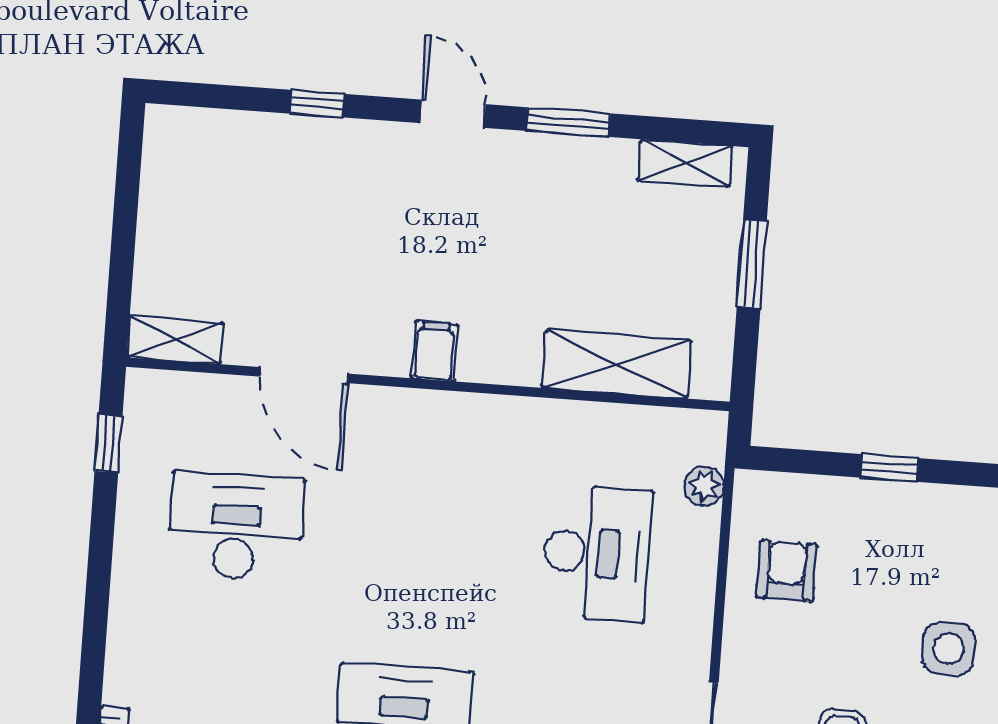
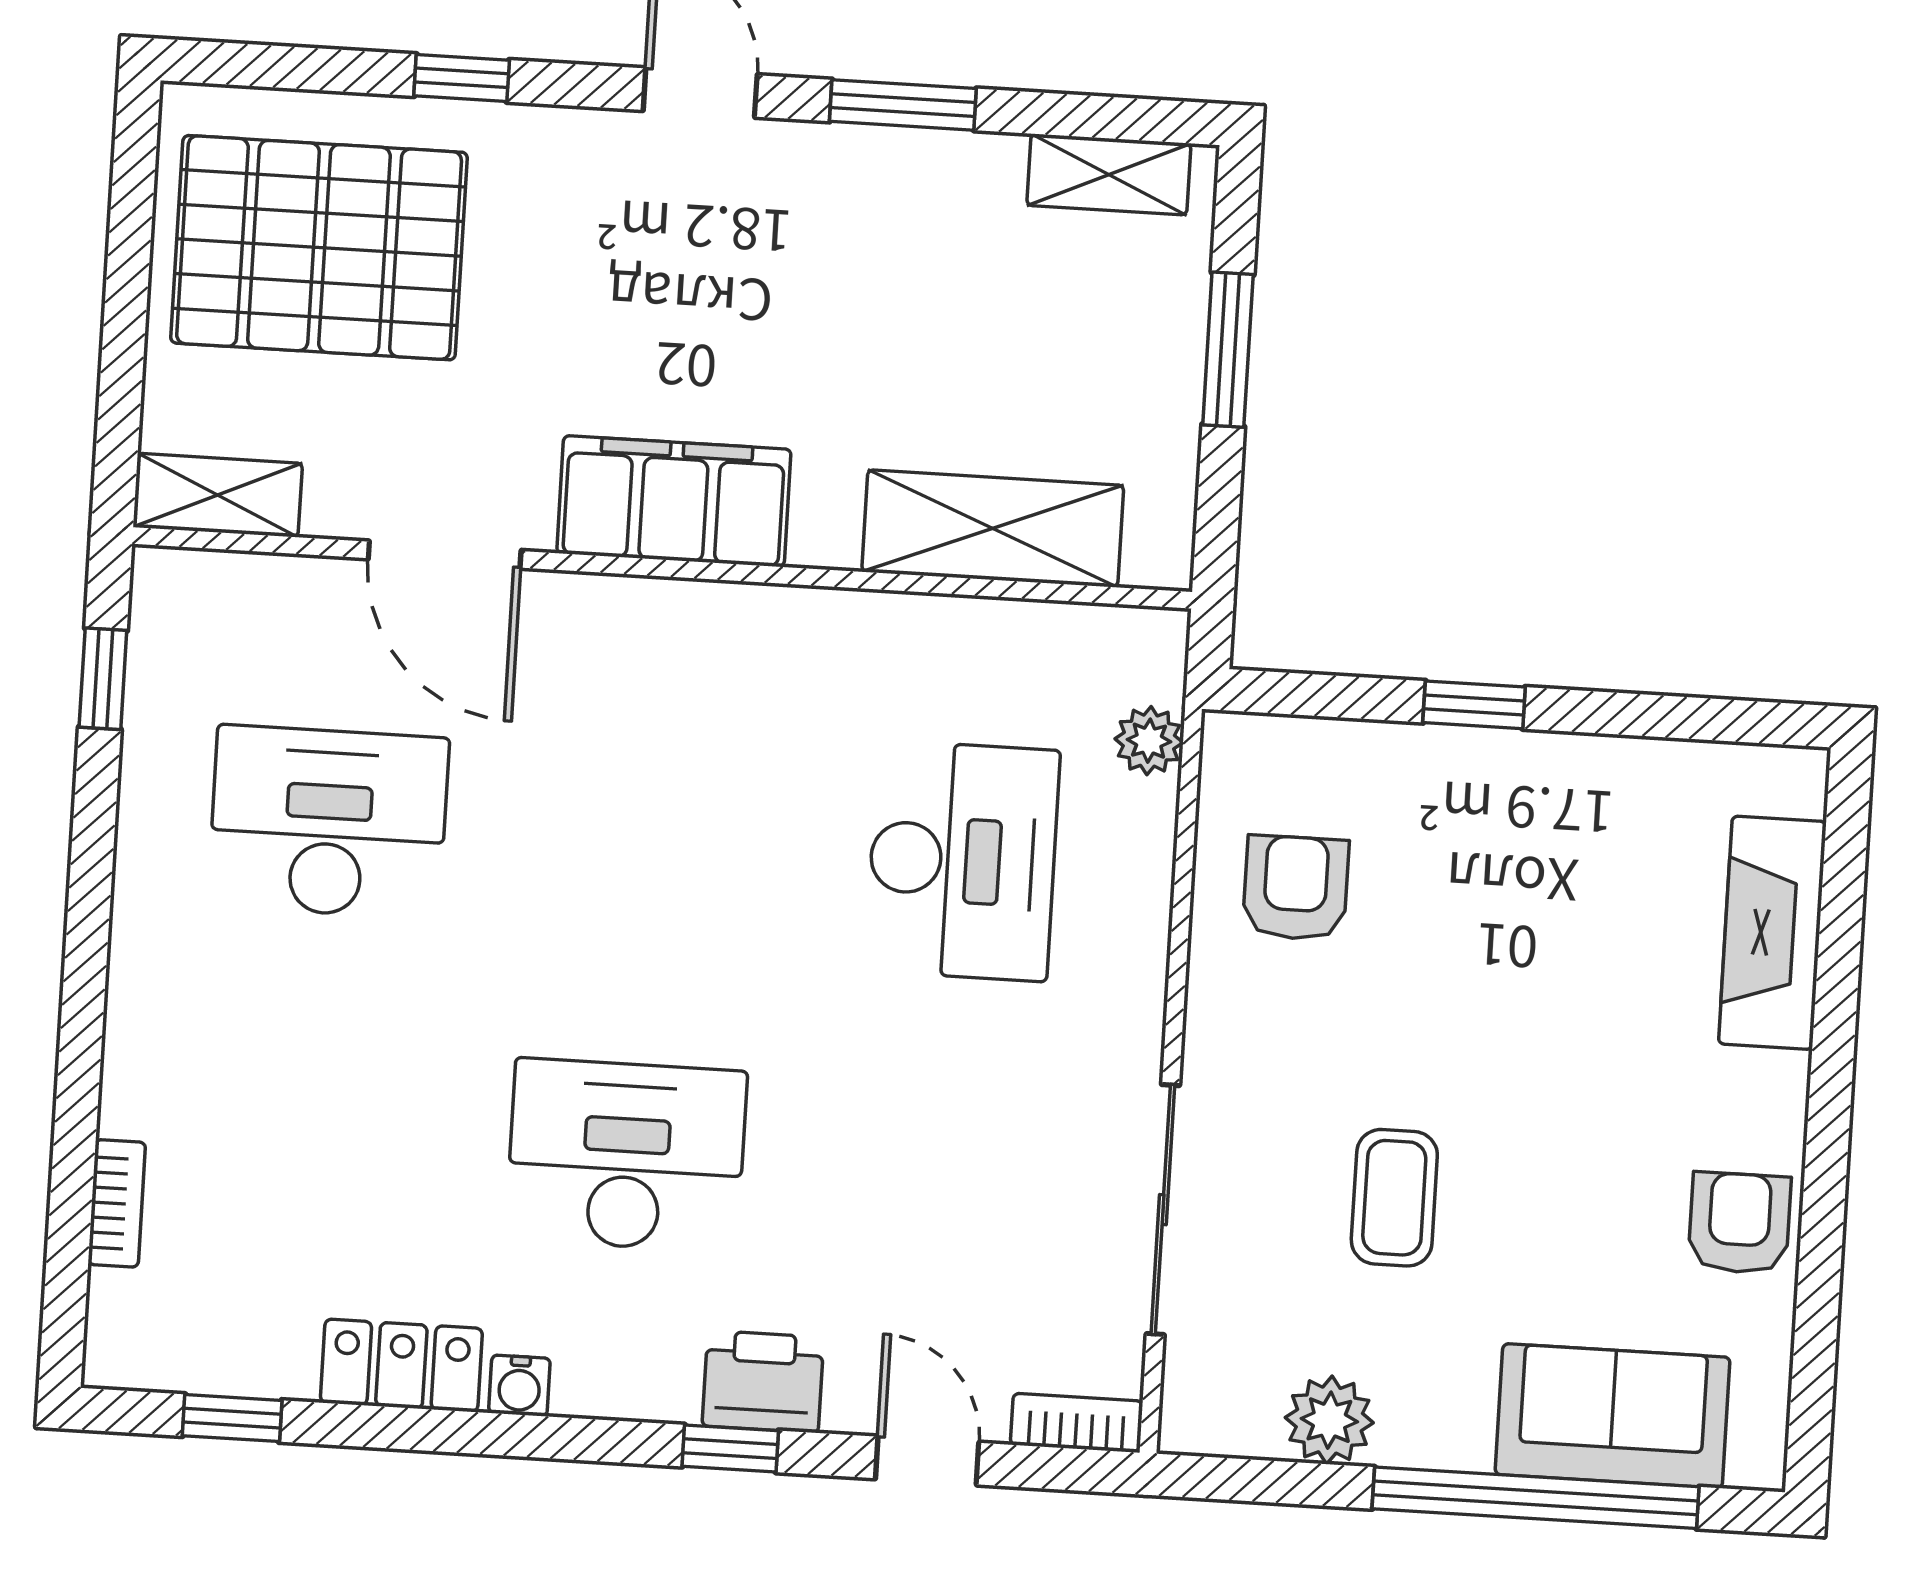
pallet: (235, 199) -> (319, 248), added
filing cabinet: (435, 351) -> (674, 501), width x3.00, depth x1.17
side table: (949, 649) -> (1582, 1021), removed

